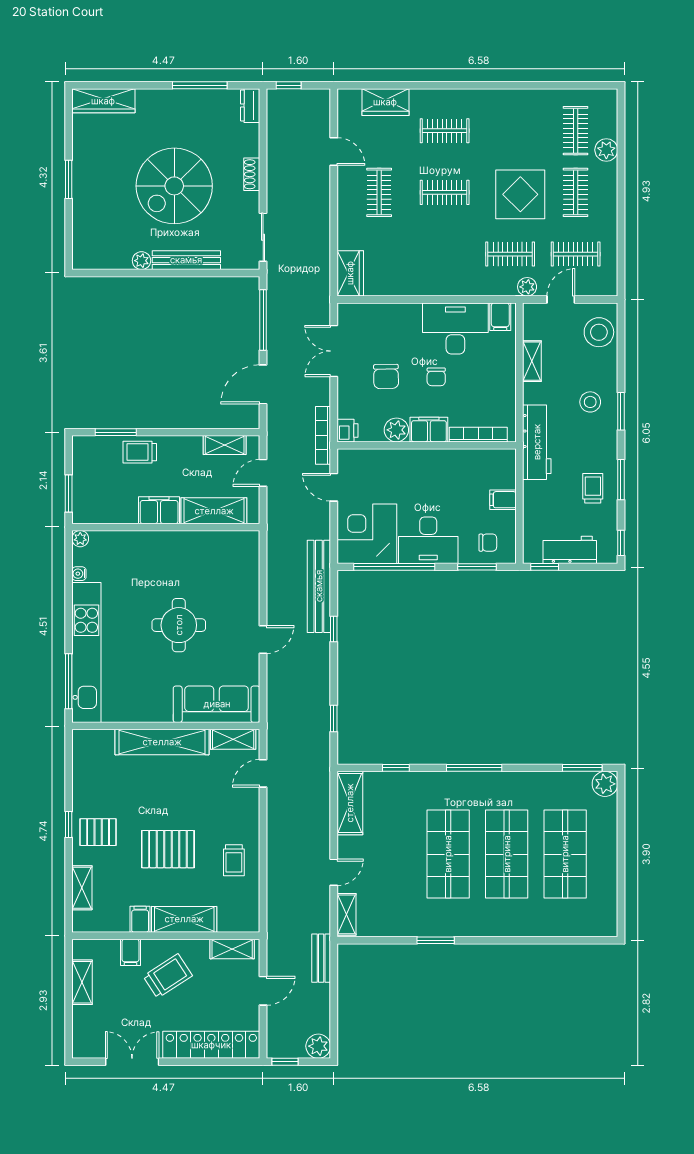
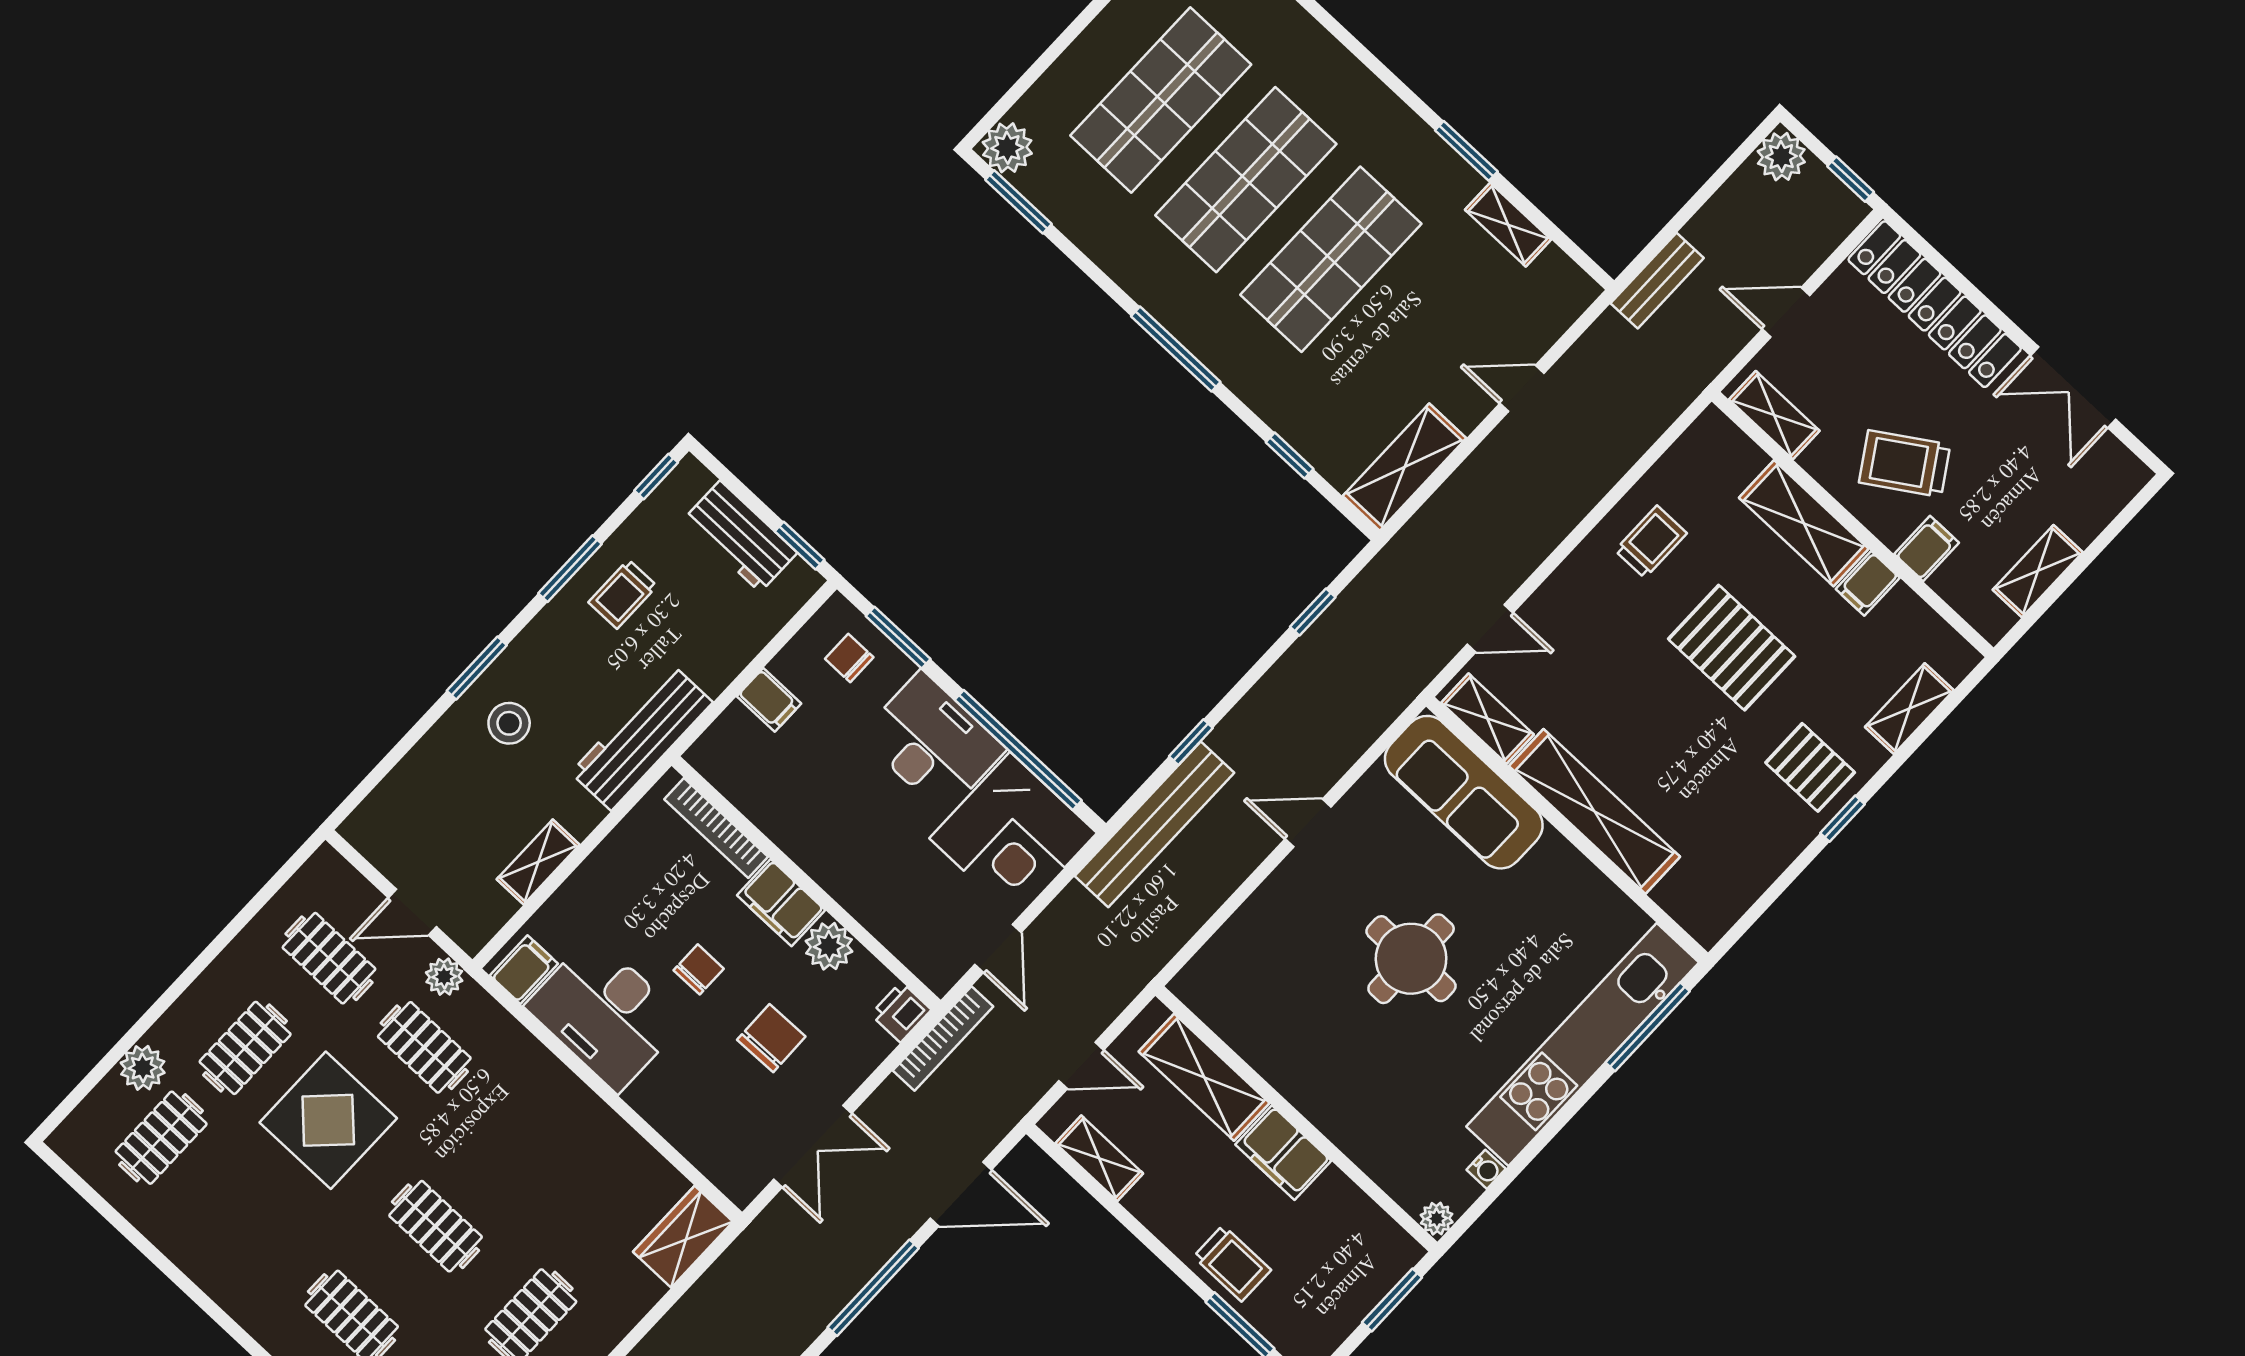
stool: (599, 332) -> (401, 813), removed
shelving: (346, 914) -> (1508, 225), moved, turned 90

